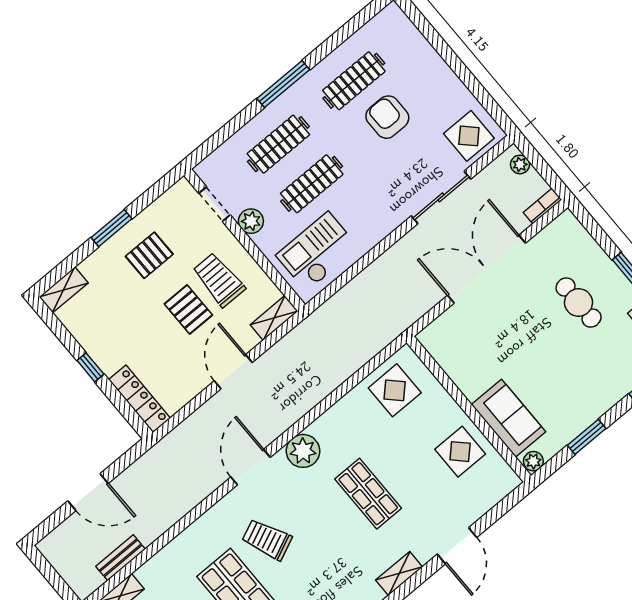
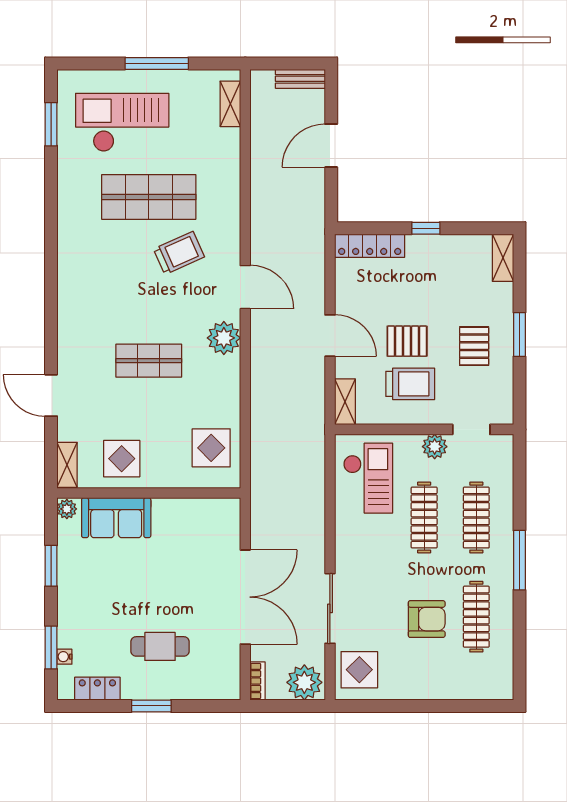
plant: (520, 164) -> (304, 682), width x1.87, depth x1.87
bench: (121, 558) -> (300, 79), moved, turned 90
shelving: (399, 574) -> (67, 465), moved

